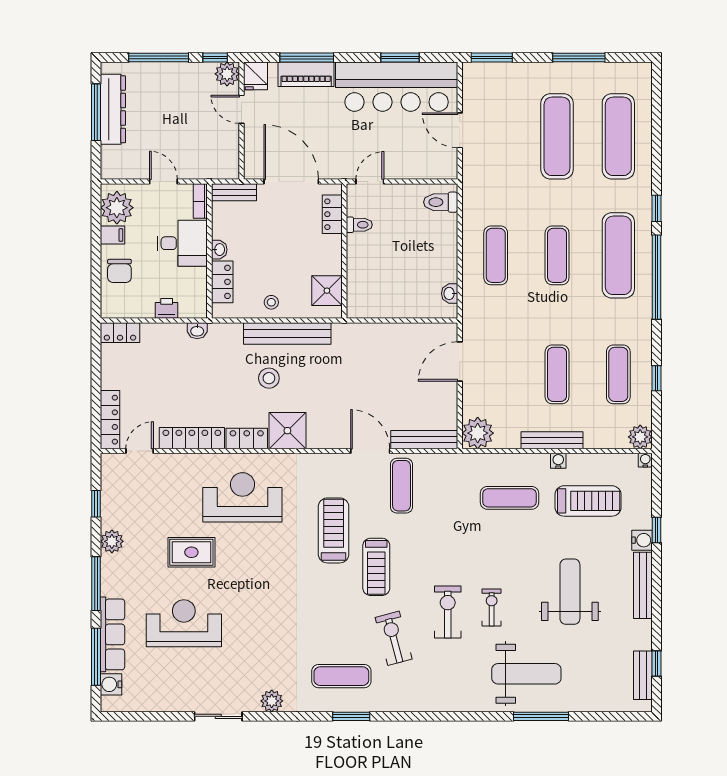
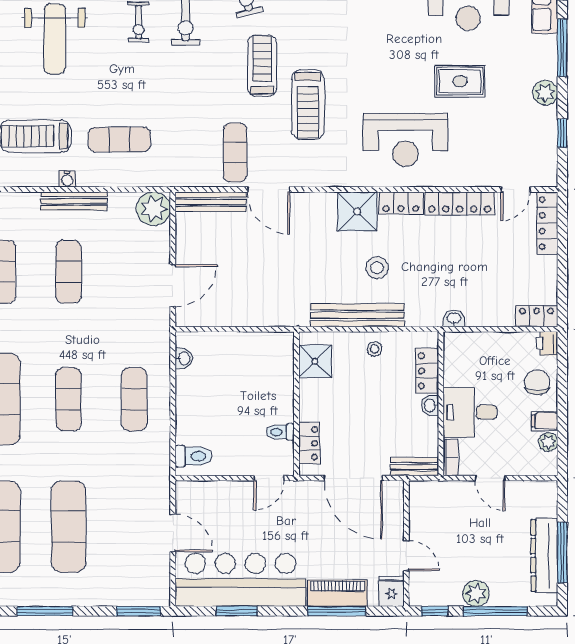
plant: (227, 74) -> (476, 593), moved
plant: (117, 208) -> (548, 442), width x0.53, depth x0.53
printer: (167, 308) -> (547, 343), moved, turned 90

